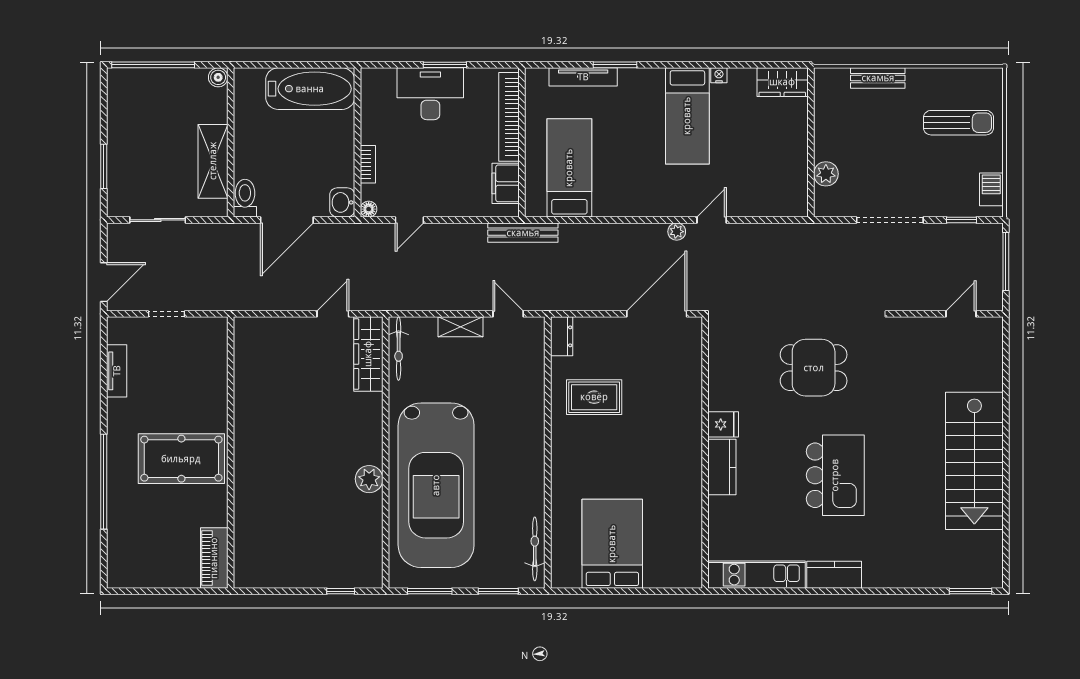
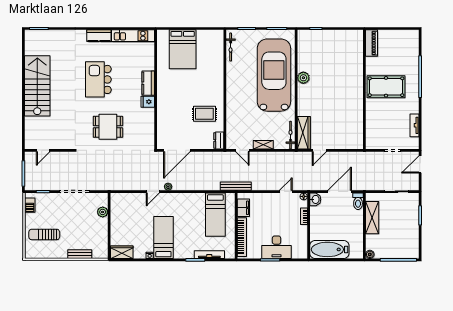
bed: (612, 544) -> (183, 49), moved

